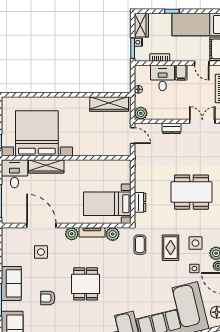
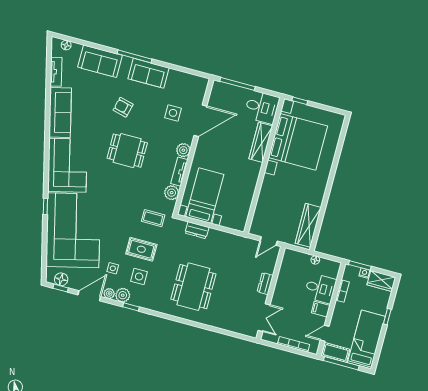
plant: (141, 113) -> (290, 256), removed
armchair: (48, 298) -> (123, 107), turned -76

